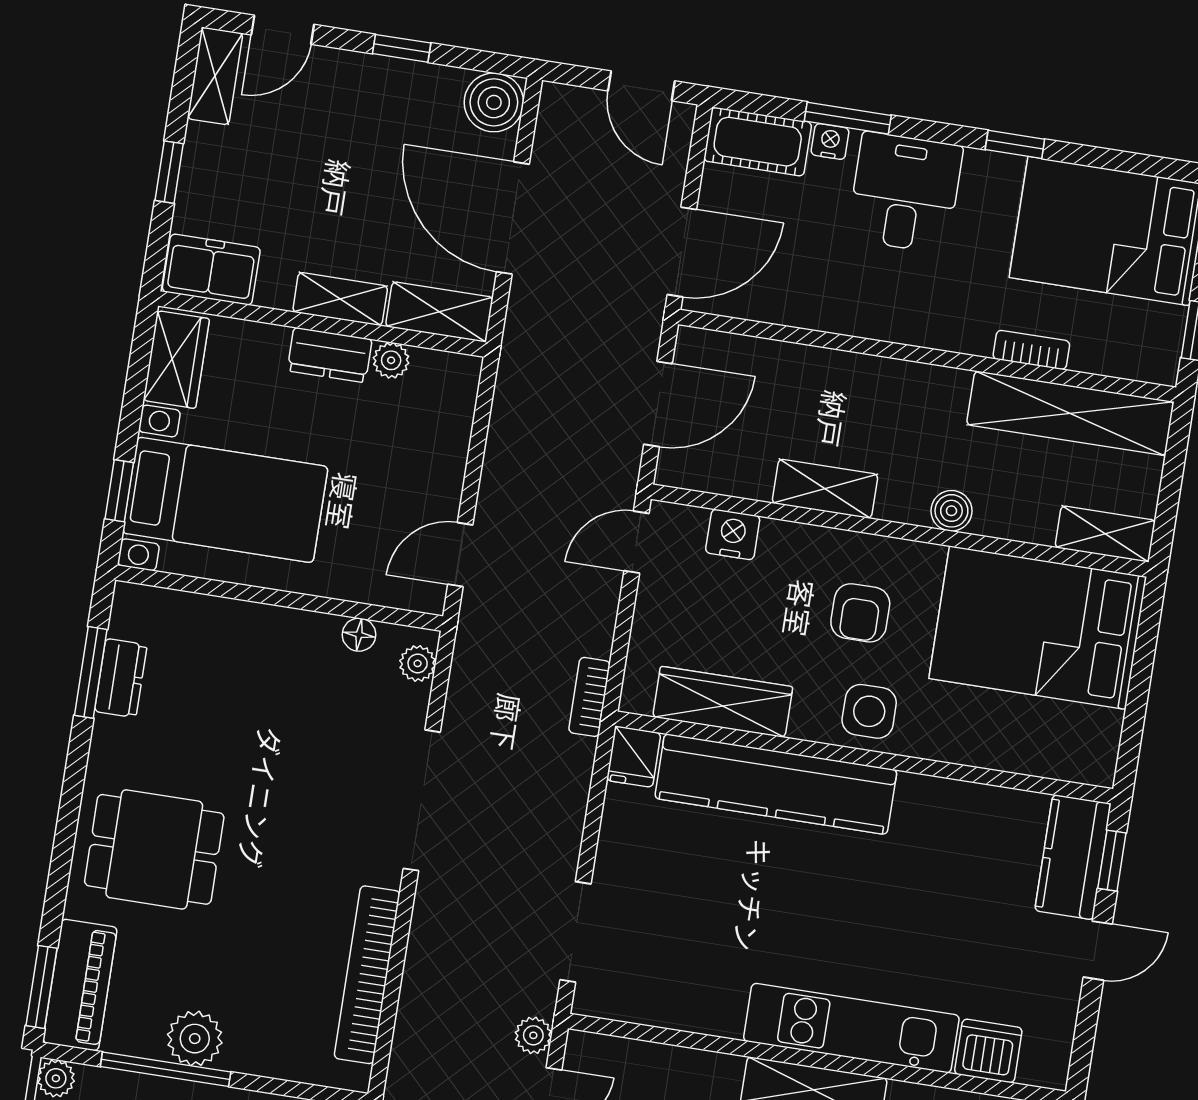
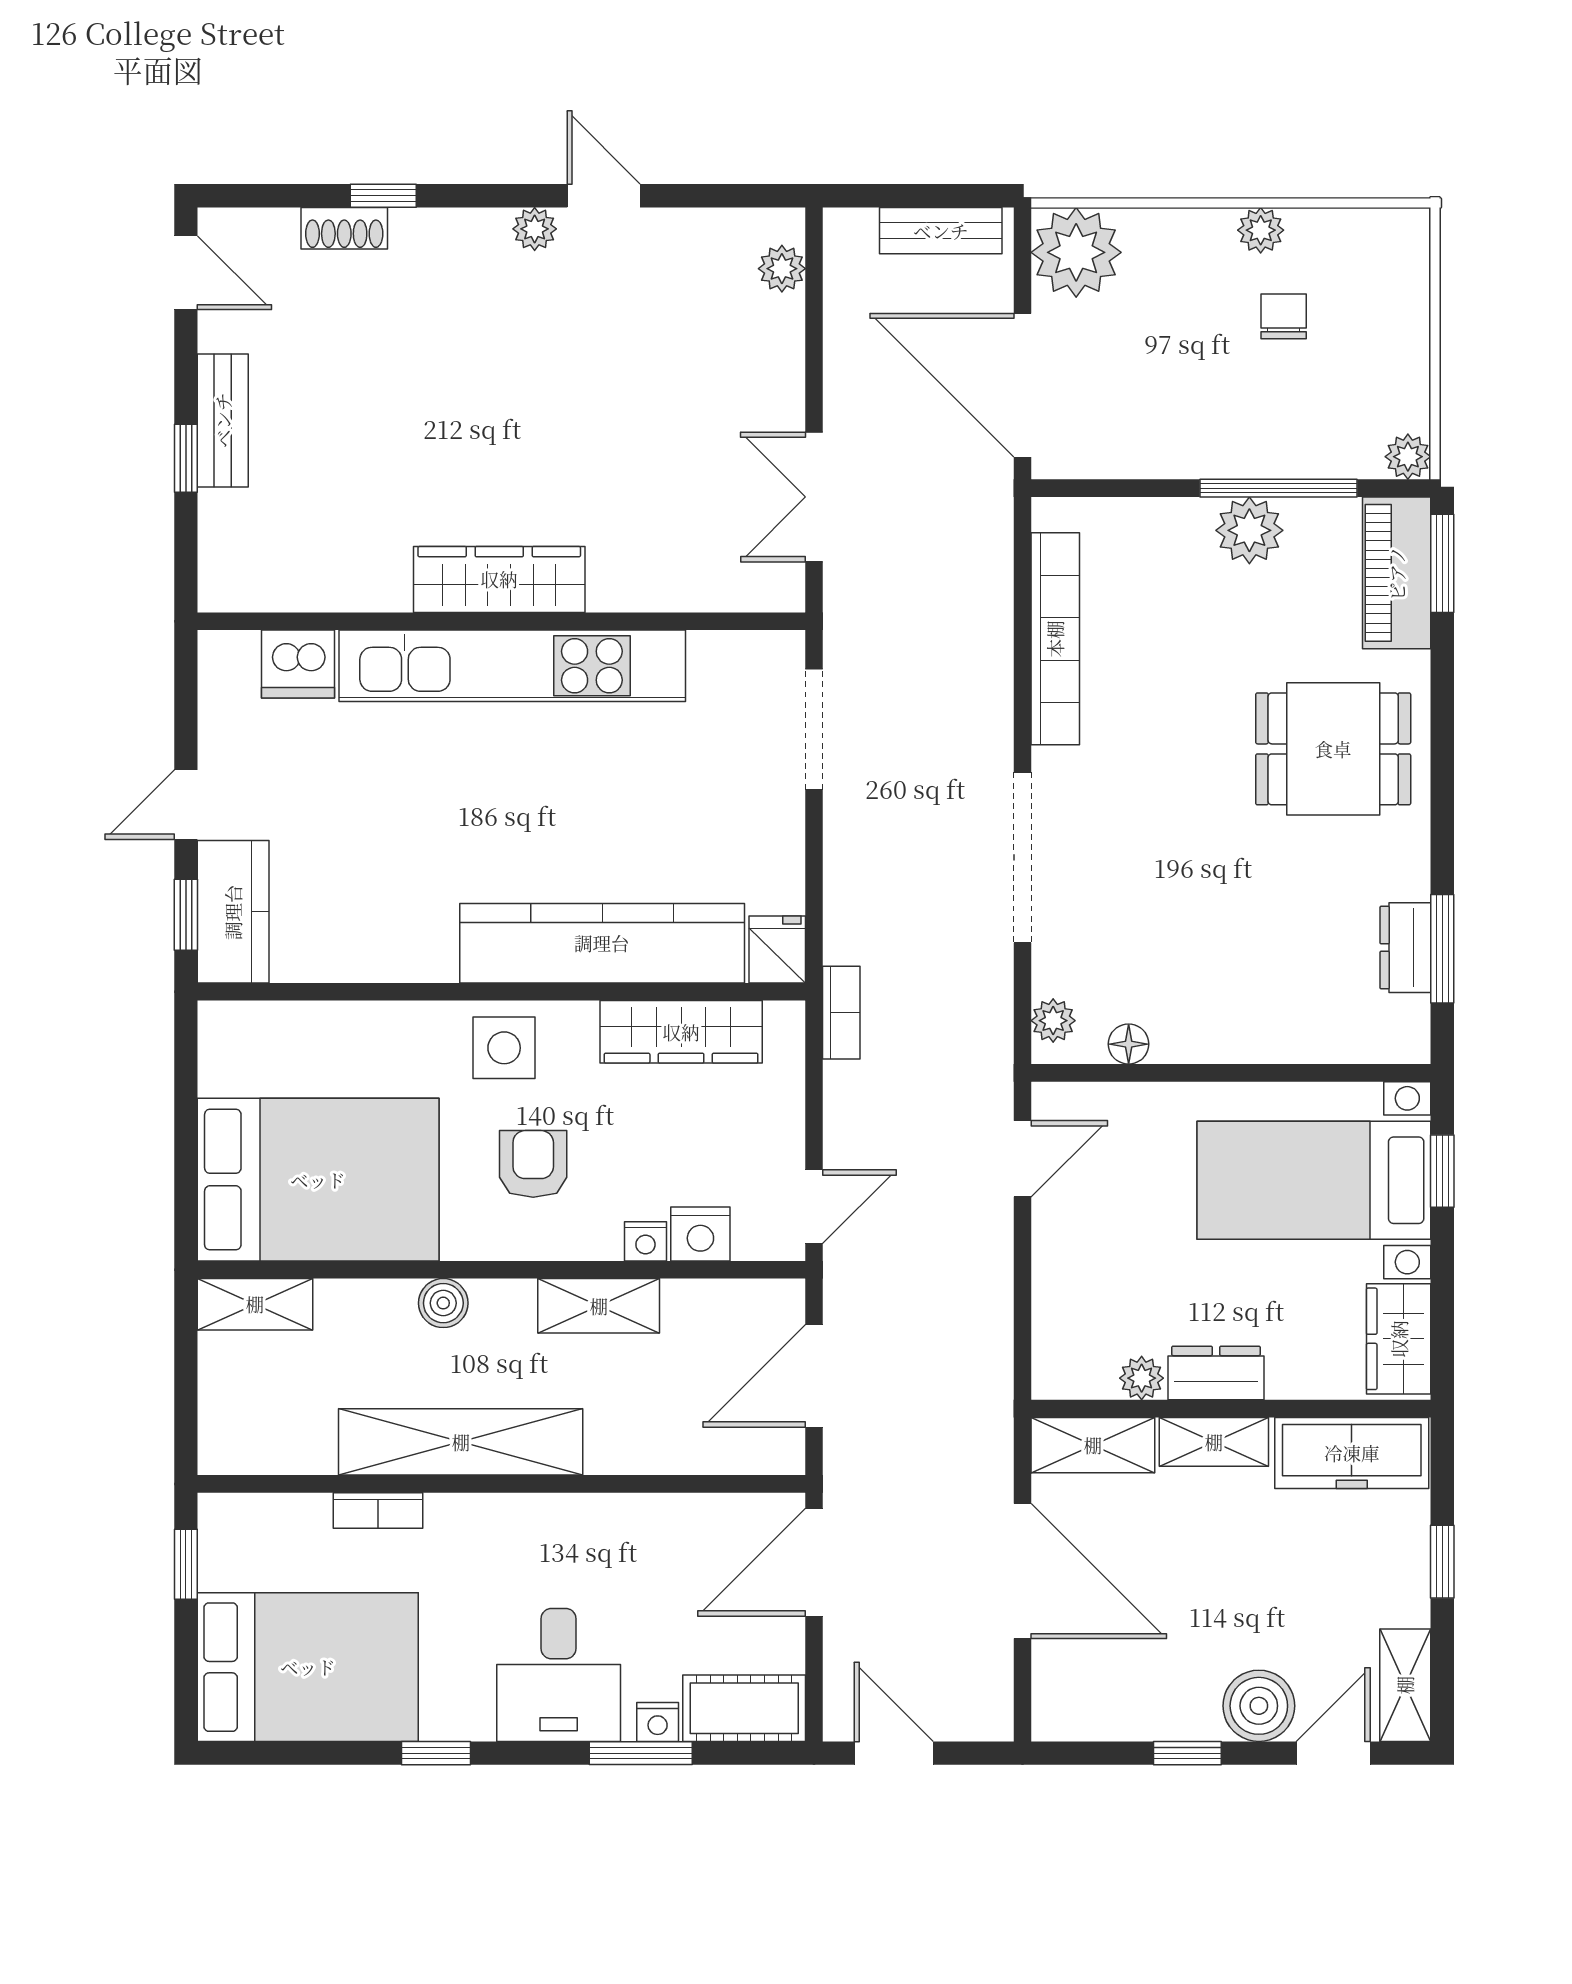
boiler: (494, 102) -> (1259, 1706), moved
freezer: (211, 270) -> (1352, 1453), width x1.40
shelving: (1070, 413) -> (461, 1442), moved
nightstand: (779, 535) -> (645, 1241), added
kitchen unit: (851, 1028) -> (512, 666), width x1.36
plant: (533, 1035) -> (845, 598), removed

